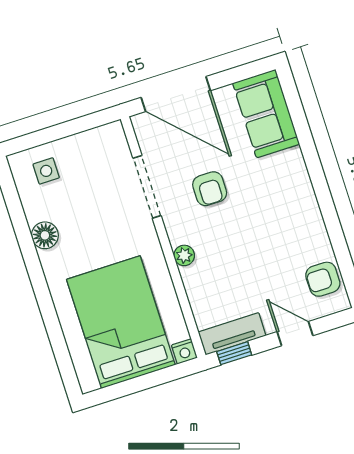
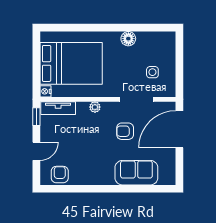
sofa: (266, 114) -> (136, 173), moved
side table: (46, 171) -> (152, 72), moved
tv unit: (232, 334) -> (58, 108), moved, turned 90

